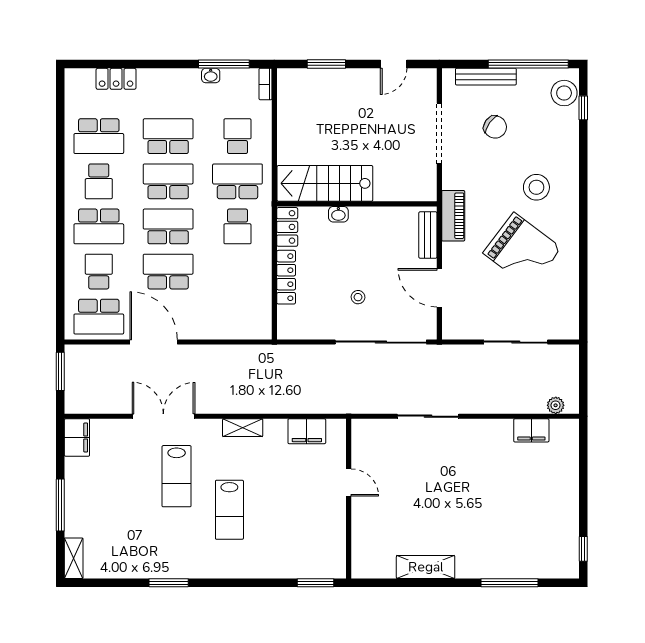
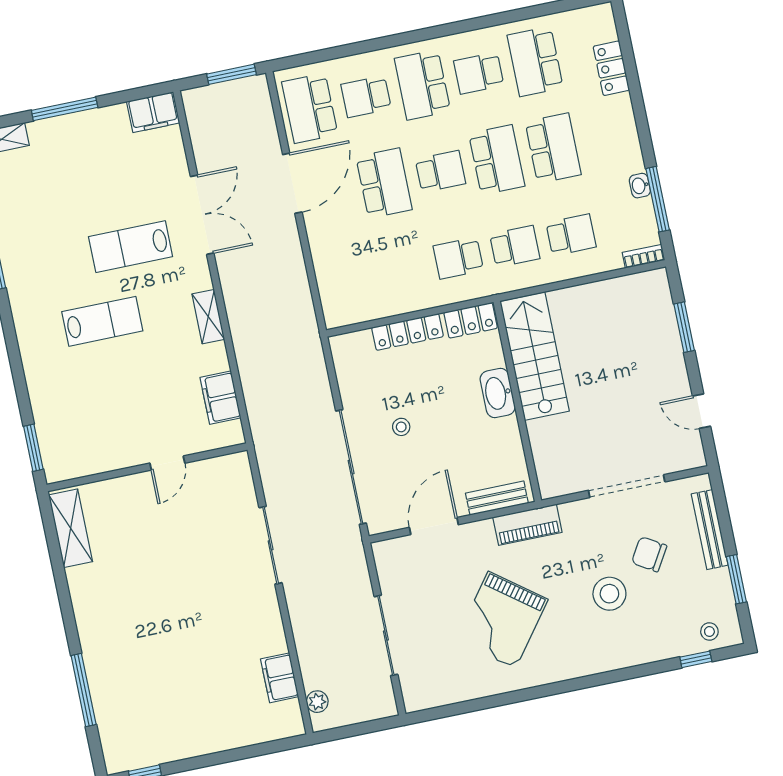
window: (528, 64) -> (736, 579), width x0.47
stool: (564, 93) -> (709, 631), width x0.53, depth x0.53
chair: (495, 127) -> (649, 554), turned 86
school desk: (237, 181) -> (515, 246), width x0.54
stool: (536, 187) -> (609, 594), moved
washbasin: (338, 214) -> (498, 393), width x1.91, depth x1.45
school desk: (168, 226) -> (440, 171), width x0.54
school desk: (99, 272) -> (366, 97), turned 180
lab bench: (229, 510) -> (102, 321), turned 180
shelving: (426, 567) -> (71, 528), moved

